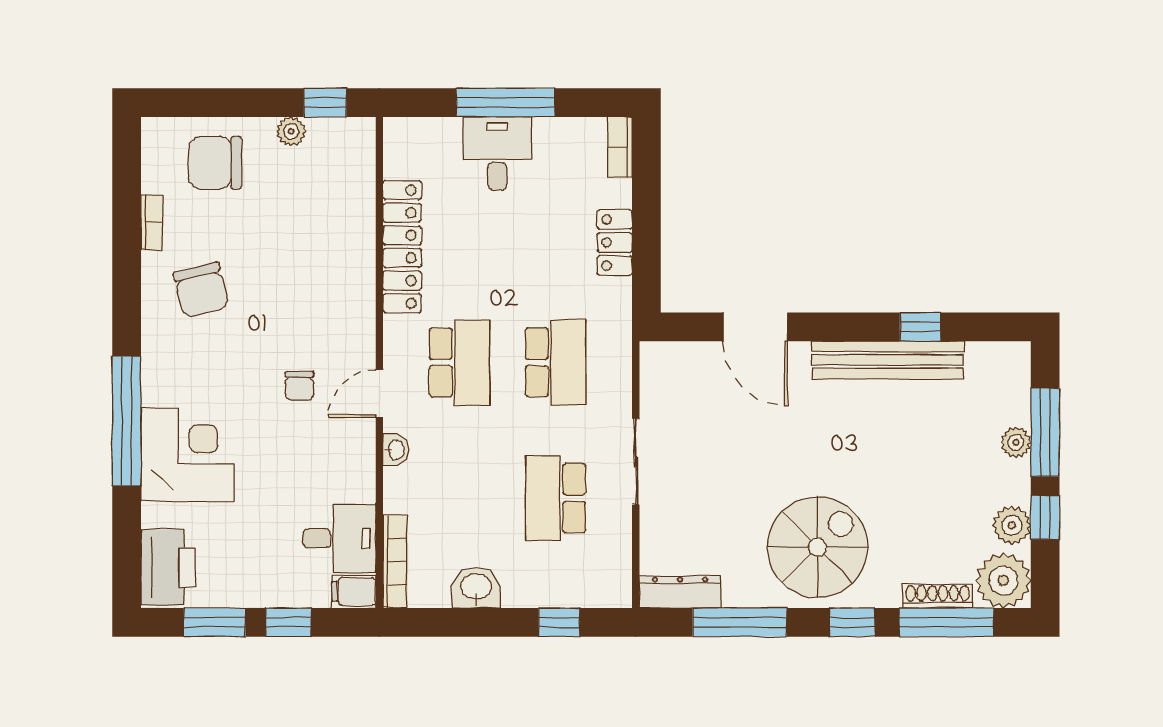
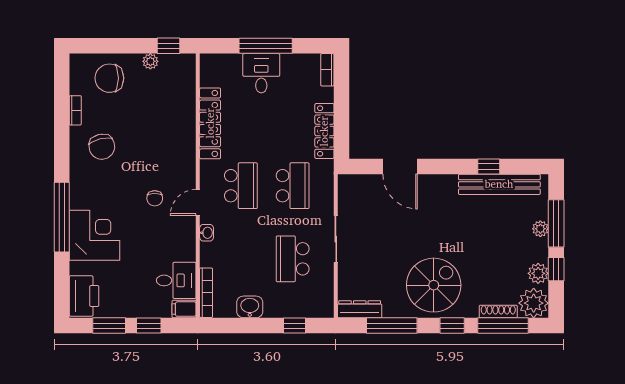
locker: (615, 243) -> (324, 131), width x1.53
bench: (888, 360) -> (499, 184), moved

